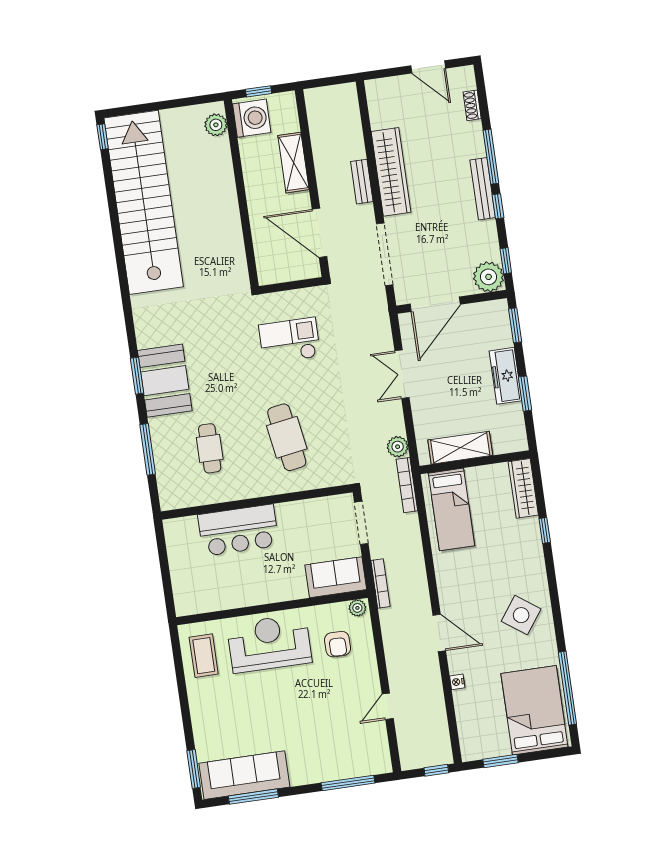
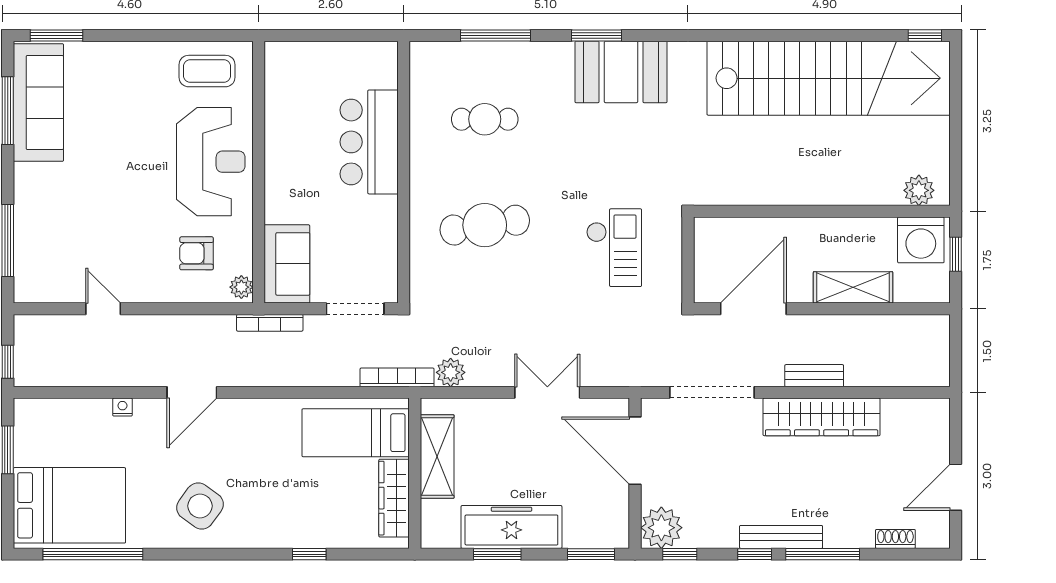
freezer: (506, 376) -> (511, 527), width x1.36, depth x1.26
booth: (165, 381) -> (621, 72), moved
wardrobe: (523, 488) -> (394, 498), moved, turned -90

